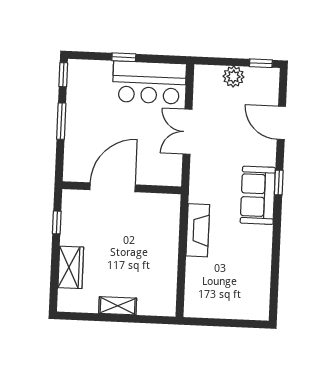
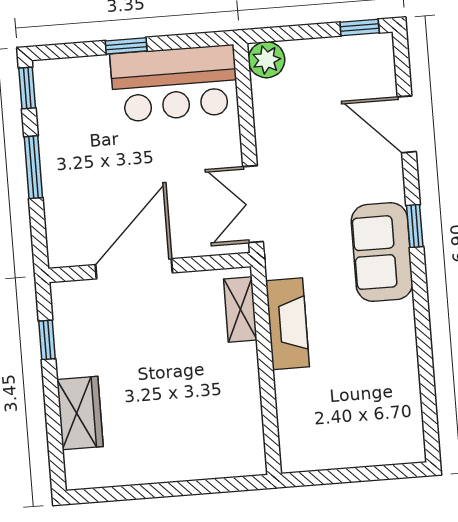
plant: (233, 77) -> (266, 60), moved
double door: (187, 132) -> (253, 204), moved
shelving: (118, 306) -> (240, 310), moved, turned 90

